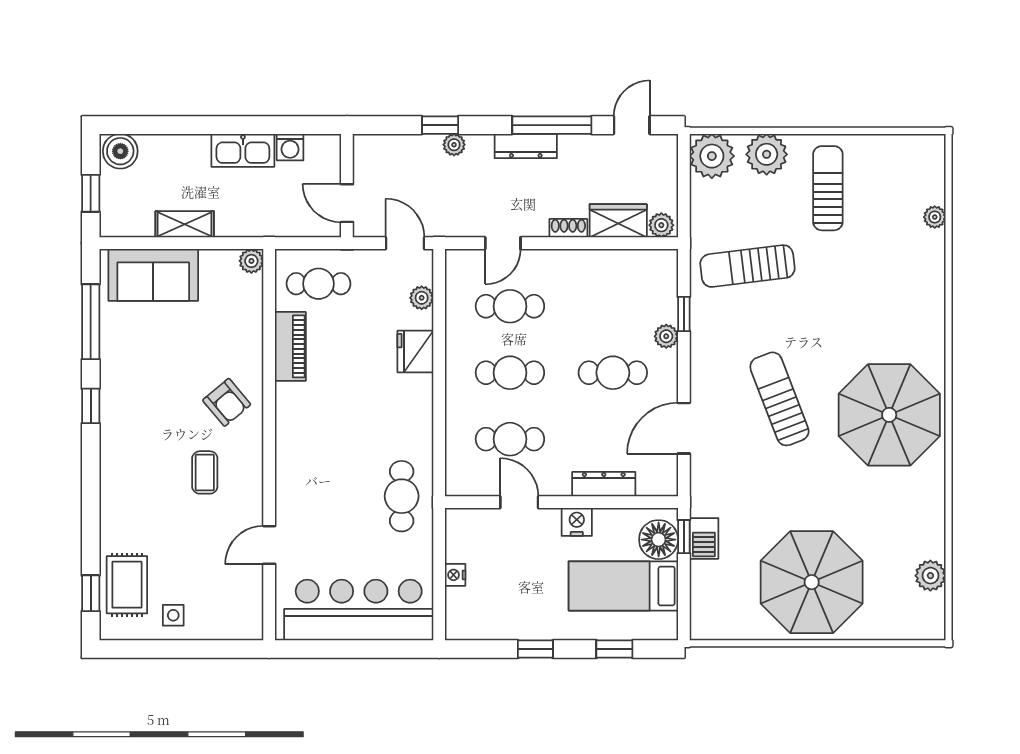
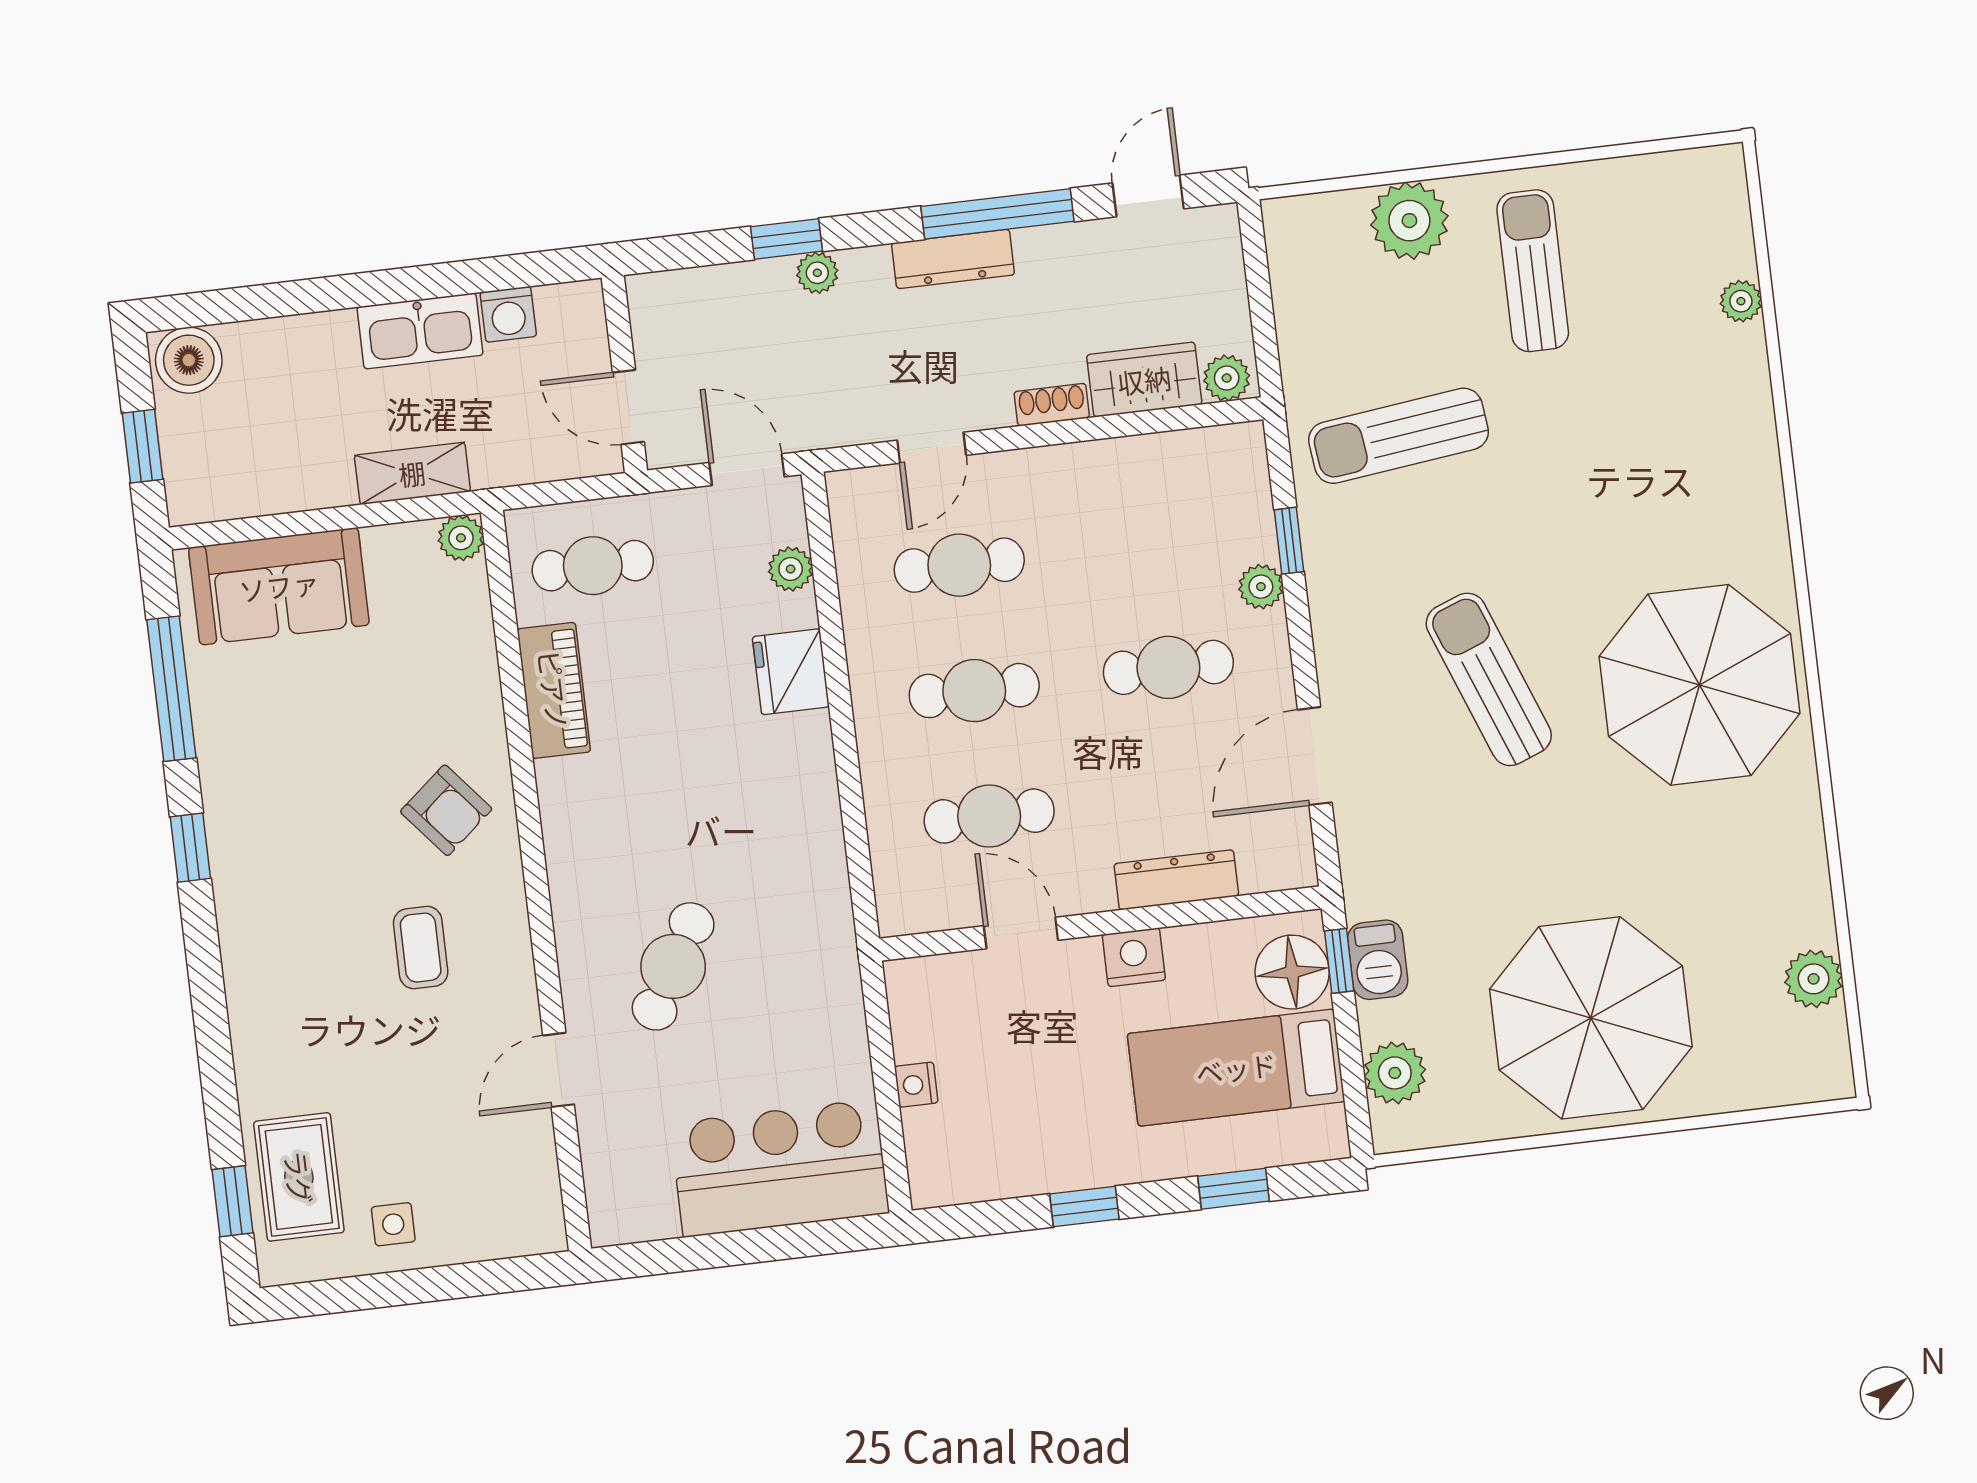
plant: (712, 156) -> (1395, 1073), moved, width x0.73, depth x0.73
shelving: (185, 224) -> (412, 473), moved
cafe table: (402, 496) -> (673, 966), moved, turned 30
bar counter: (359, 610) -> (780, 1168), width x0.73

